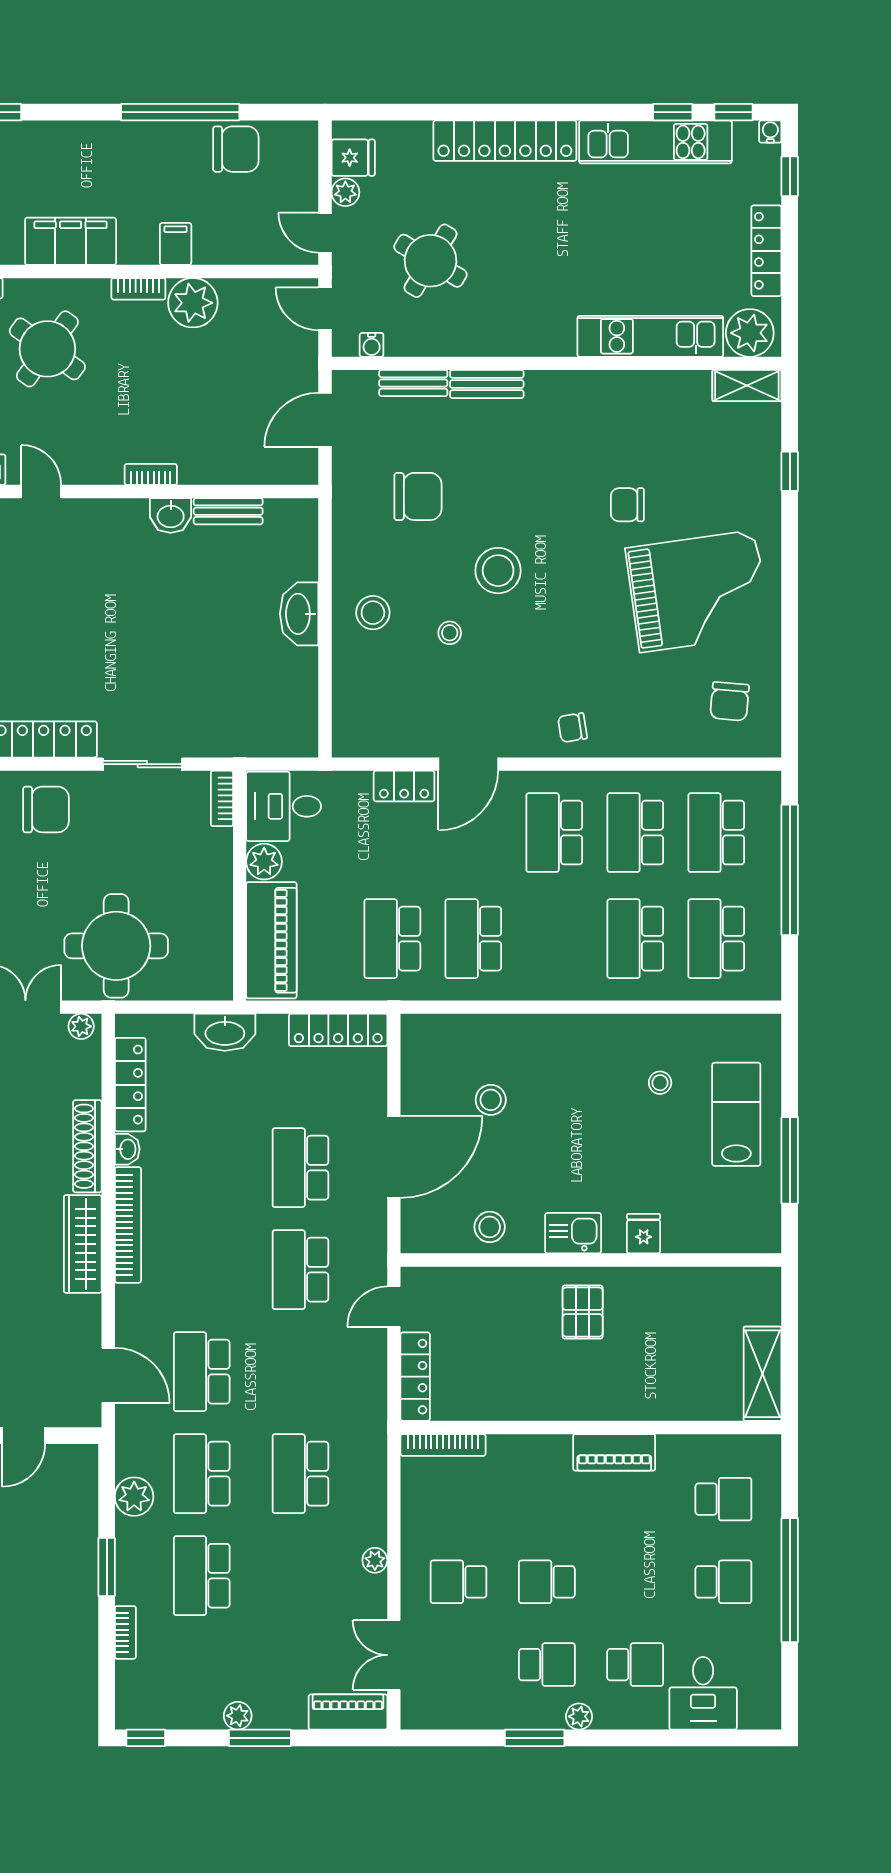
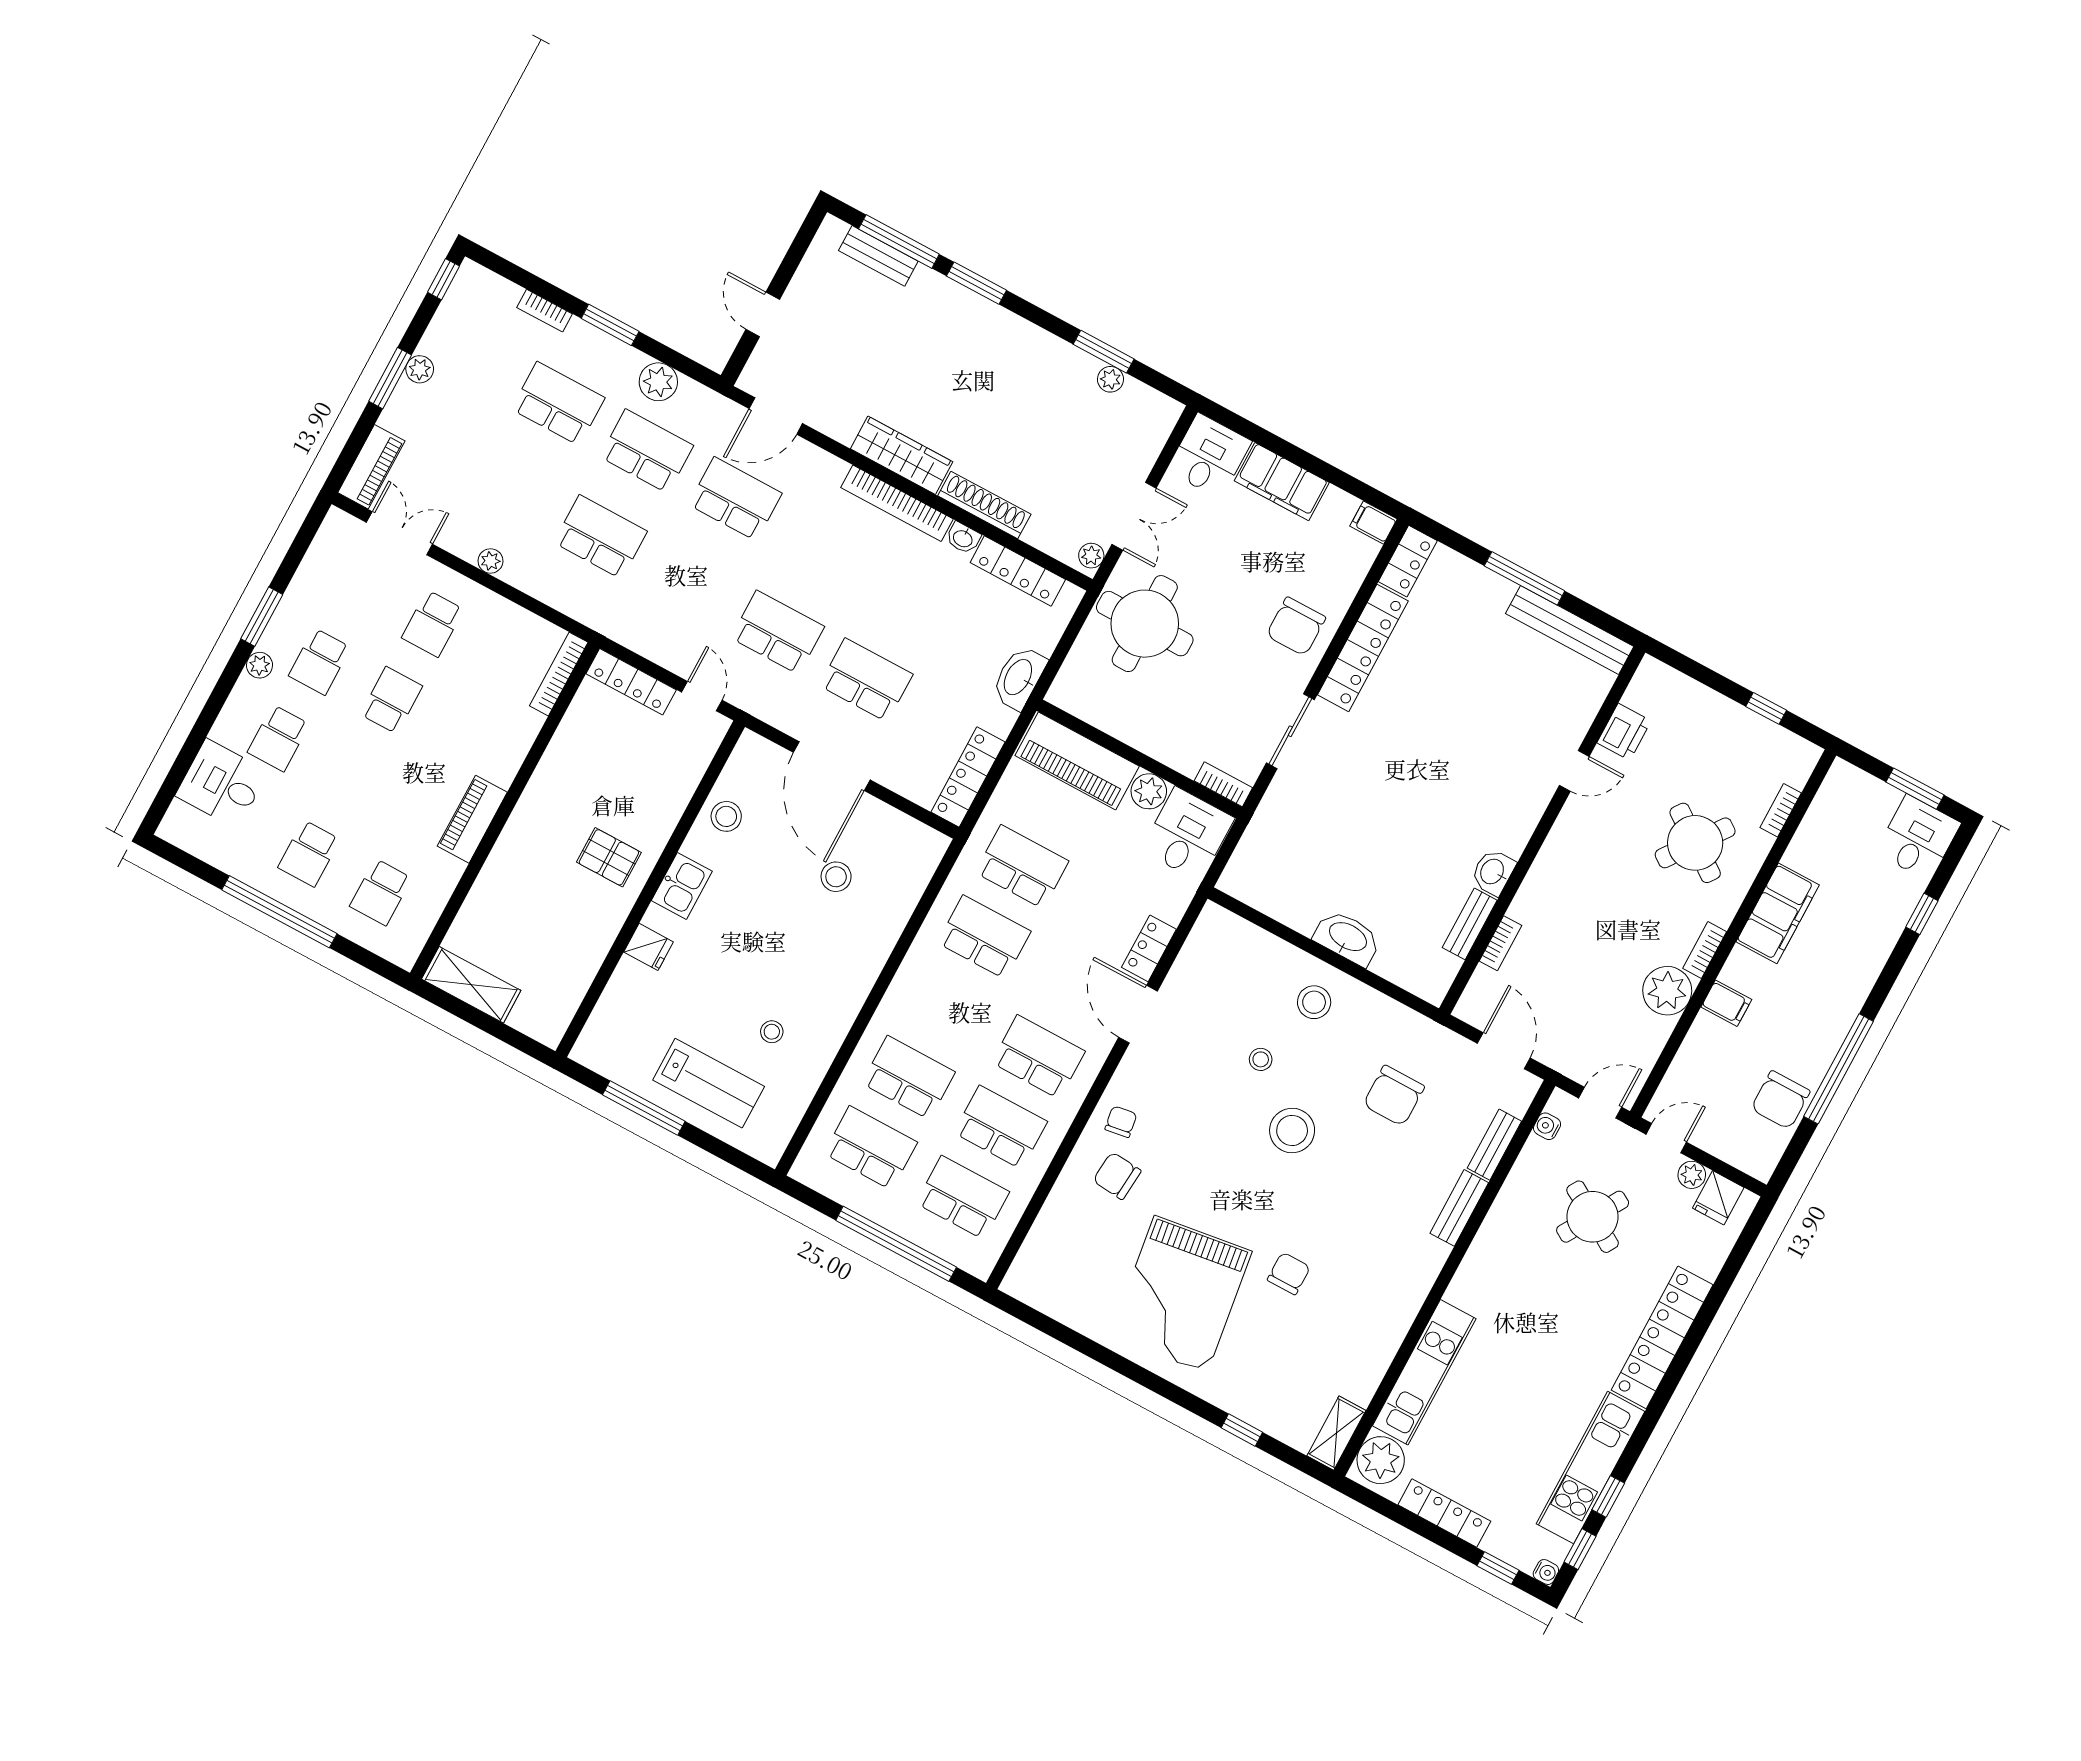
bookcase: (151, 474) -> (1501, 943), moved
chair: (730, 701) -> (1117, 1176), moved
school desk: (459, 1582) -> (433, 624), turned 180

